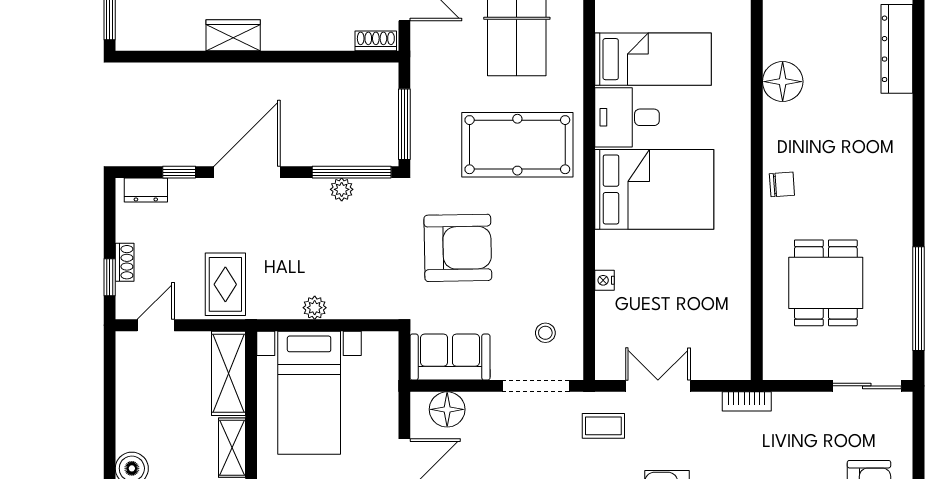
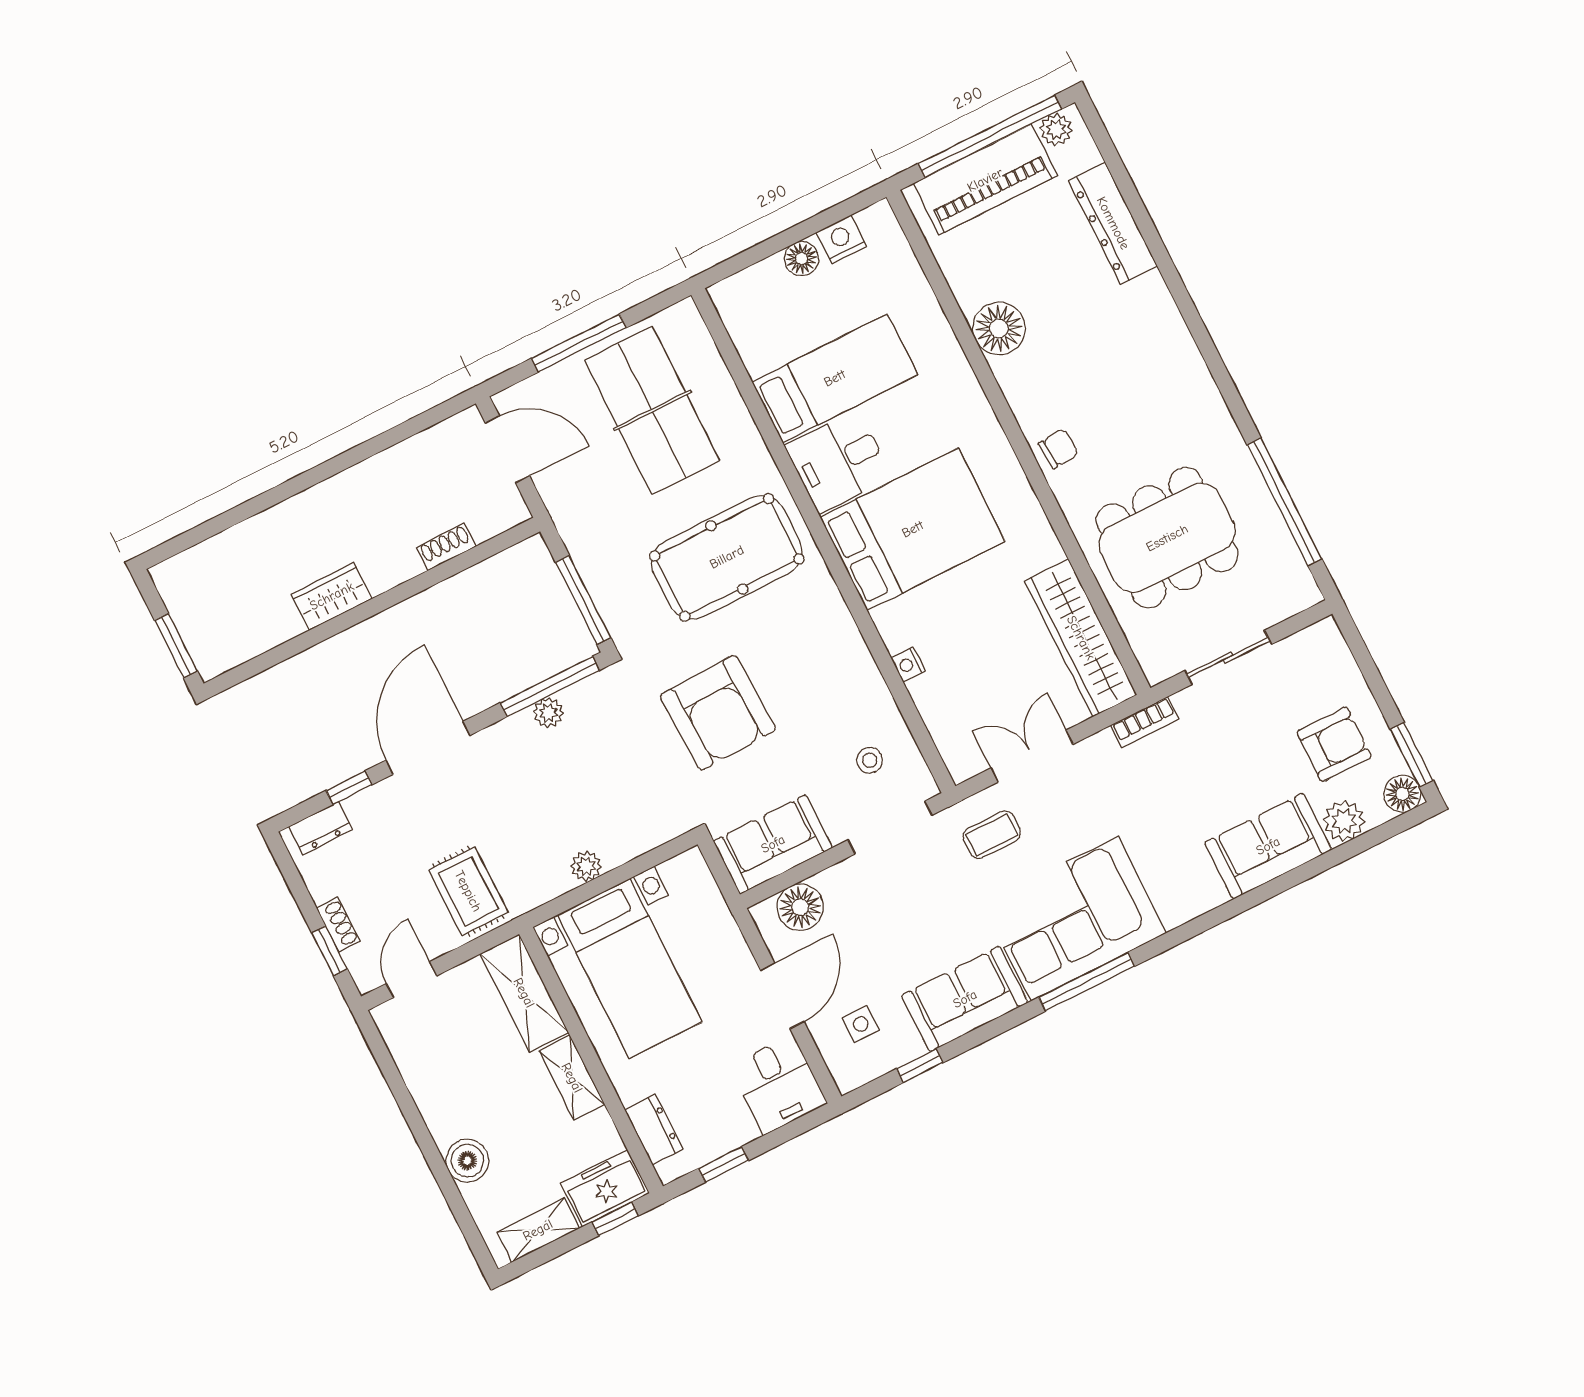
shoe rack: (376, 41) -> (446, 547), moved
armchair: (458, 248) -> (718, 713), turned 89
dining table: (826, 283) -> (1167, 538), width x1.38
wardrobe: (732, 322) -> (1081, 638), added
sliding door: (867, 386) -> (1228, 657), moved

